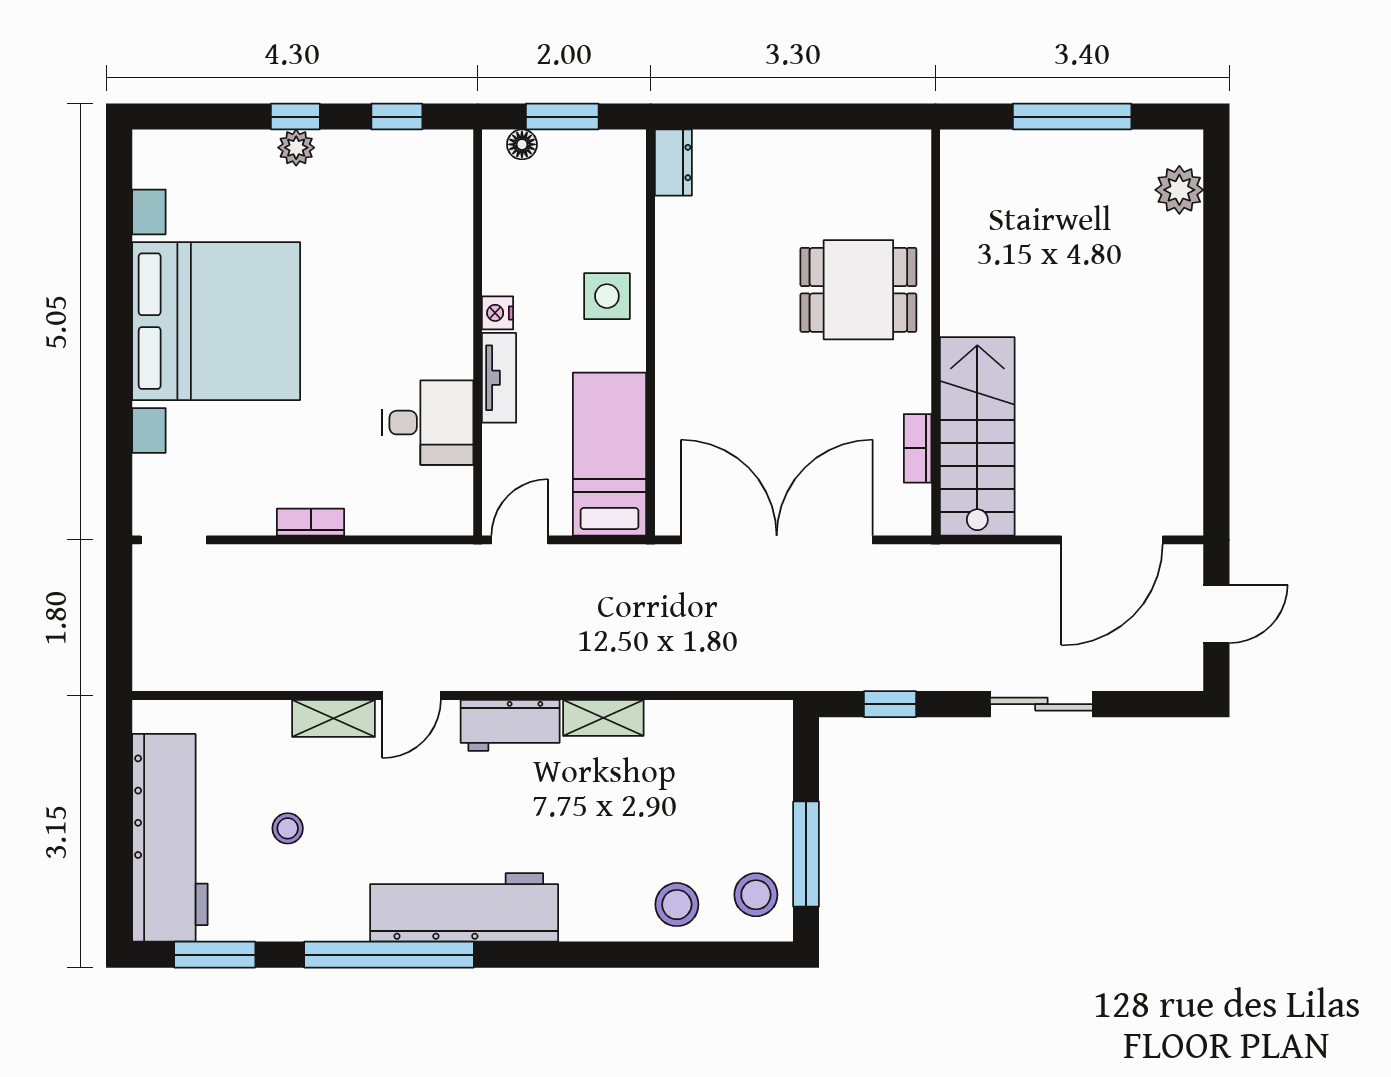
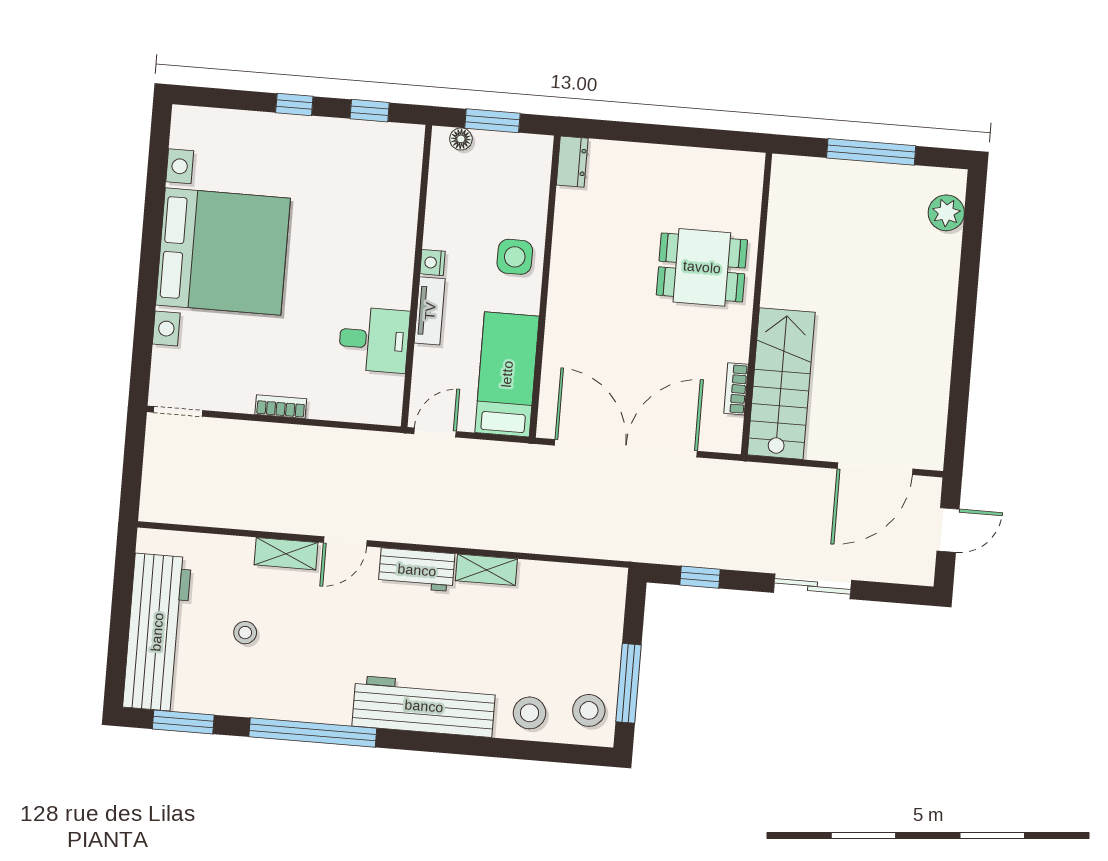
plant: (296, 148) -> (293, 128), removed
workbench: (464, 907) -> (424, 706), moved

